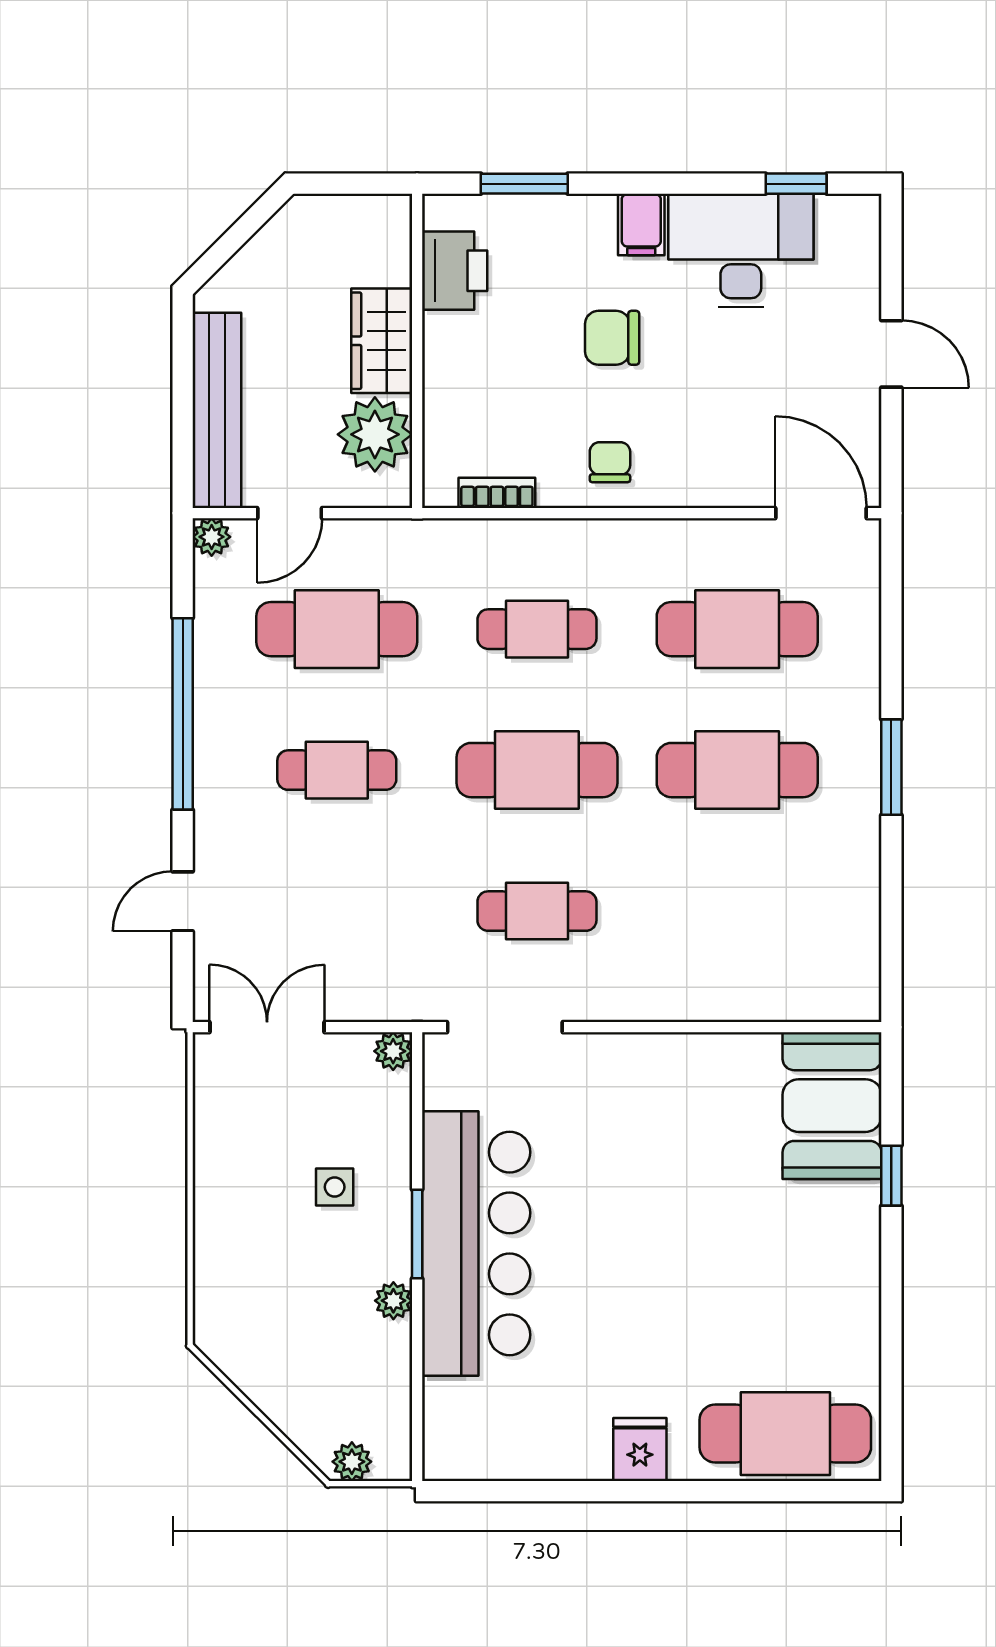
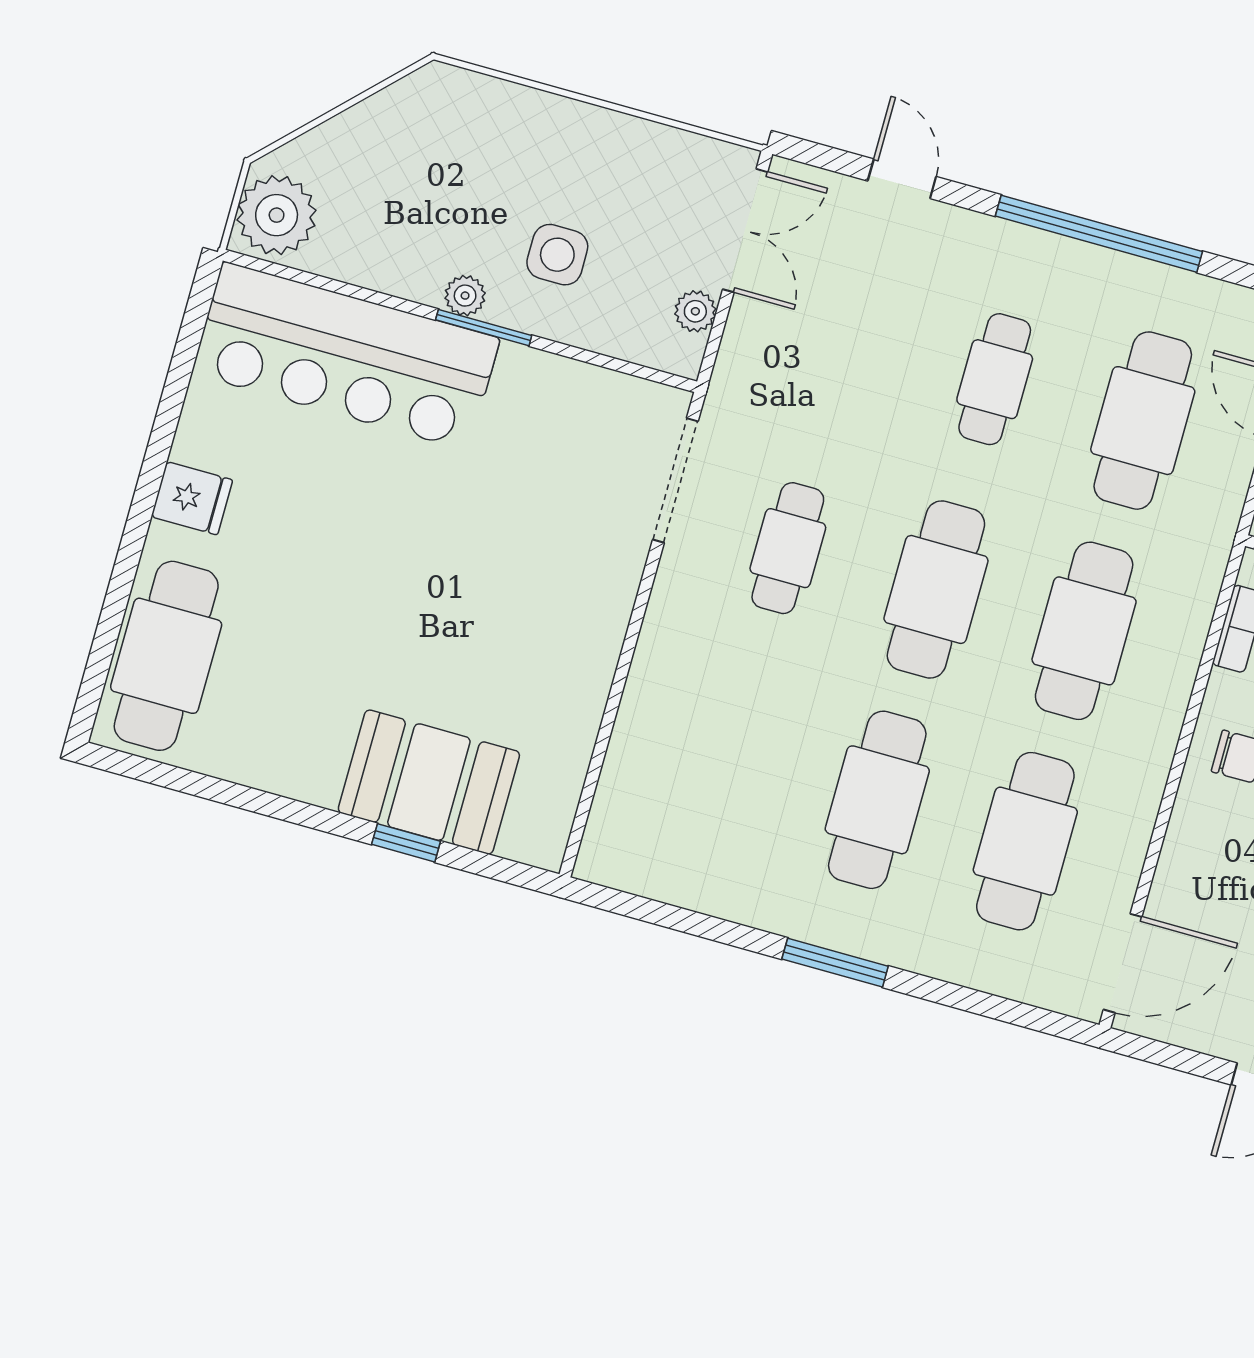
cafe table: (537, 629) -> (1084, 631), width x1.37, depth x1.35
plant: (393, 1051) -> (695, 311), moved
booth: (832, 1106) -> (429, 782), moved
side table: (335, 1187) -> (557, 255), width x1.37, depth x1.37
bar counter: (476, 1243) -> (346, 356), moved
plant: (393, 1301) -> (465, 296), moved
plant: (352, 1462) -> (277, 215), width x1.88, depth x1.88

